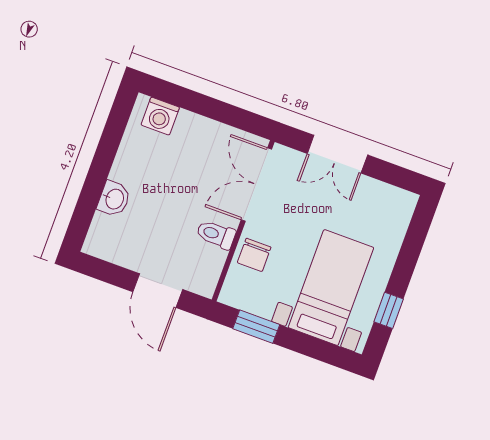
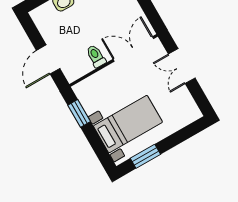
chair: (254, 255) -> (106, 80), removed
window: (389, 310) -> (145, 156), width x1.50

